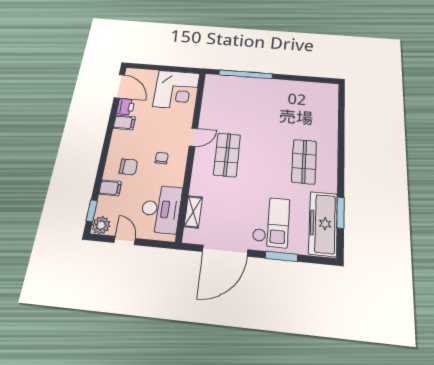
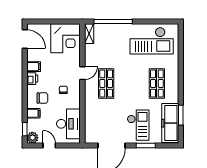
checkout: (299, 103) -> (152, 41), added
printer: (126, 107) -> (32, 79), moved
shelving: (193, 212) -> (89, 34), moved

